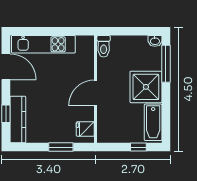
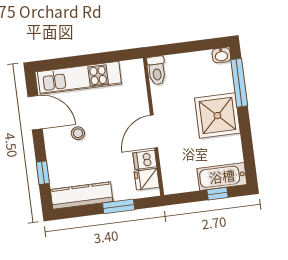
stool: (37, 87) -> (78, 133), added
dishwasher: (86, 114) -> (145, 160), added
kitchen counter: (18, 120) -> (82, 196), moved, turned -90
bathtub: (153, 122) -> (222, 176), moved, turned 90

